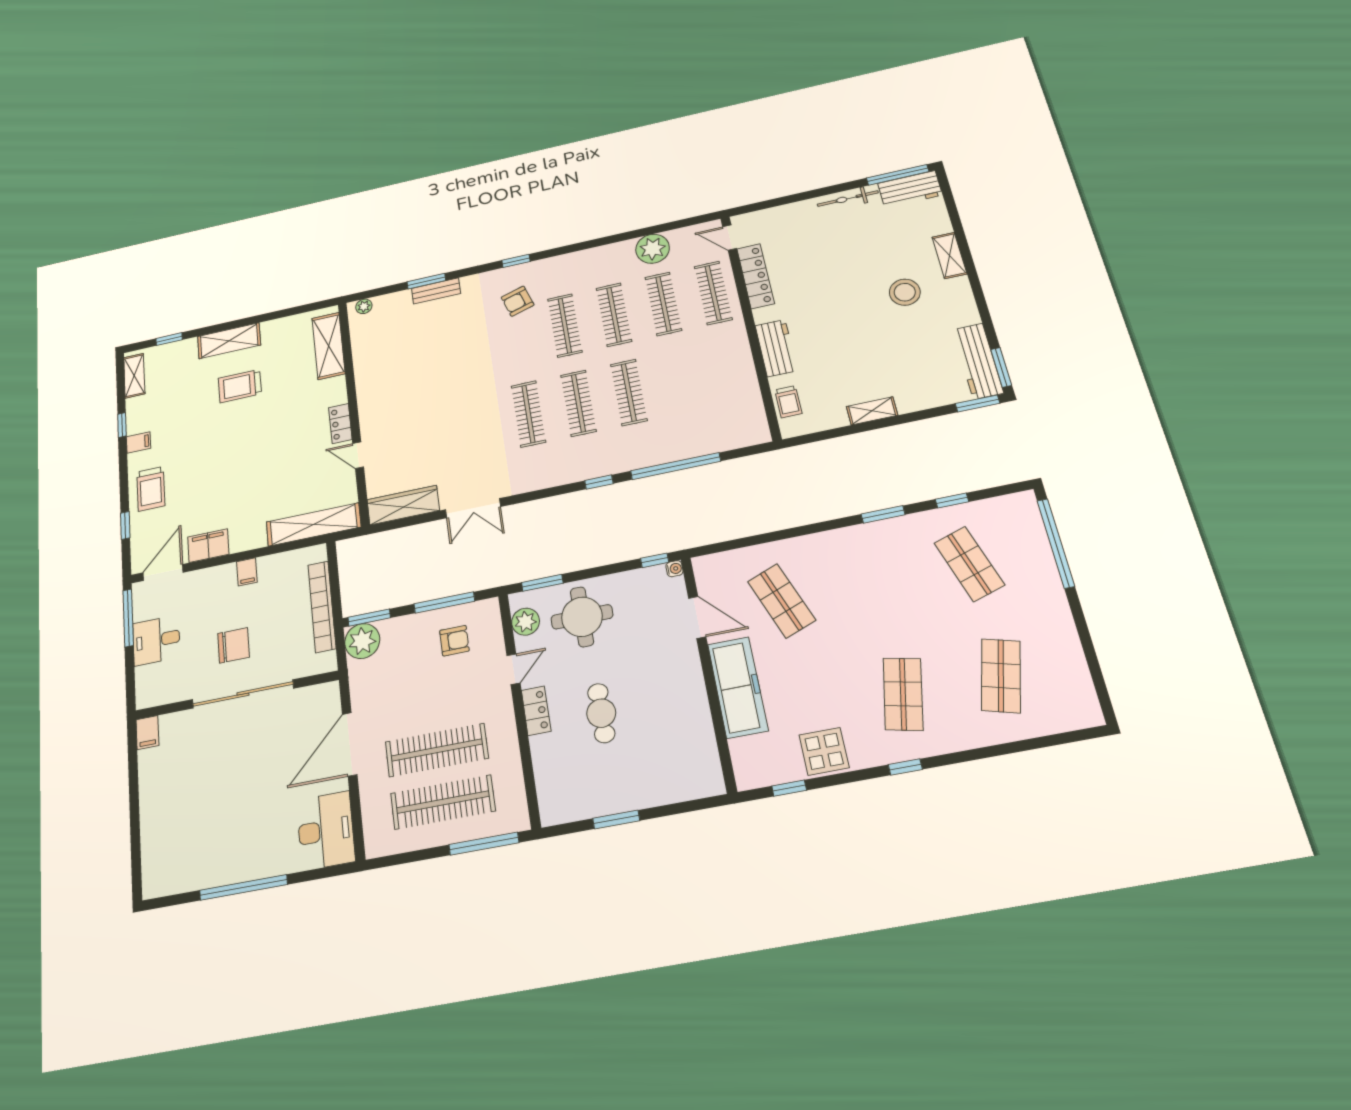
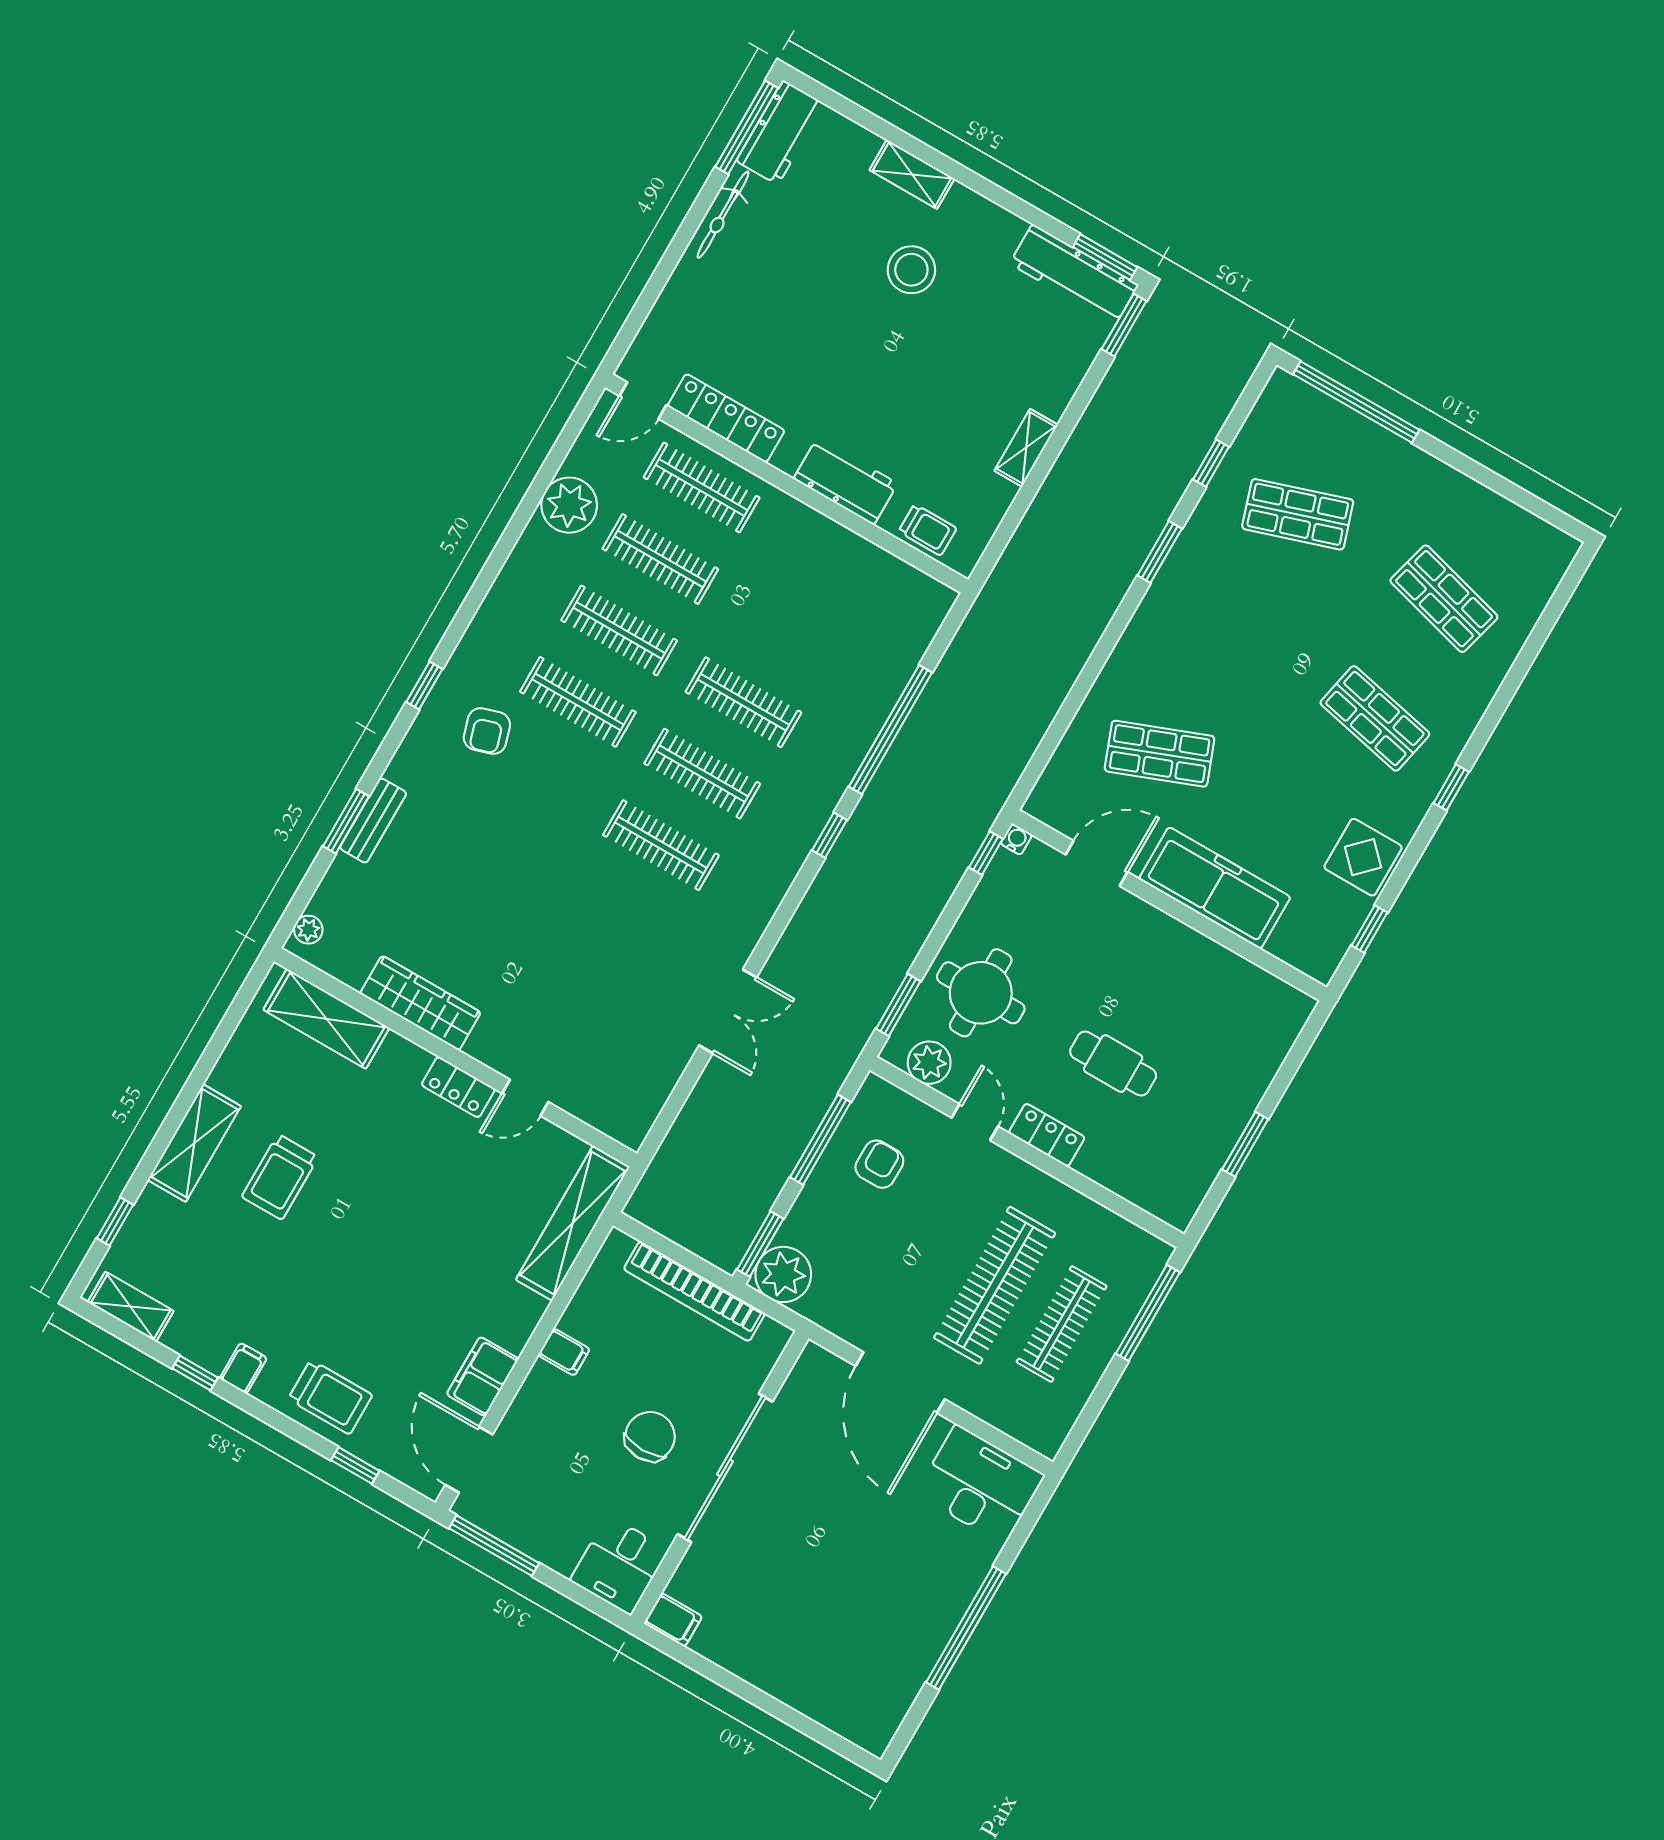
wardrobe: (403, 505) -> (420, 1003), moved, turned 90
desk: (156, 640) -> (619, 1565), moved
clothes rail: (443, 802) -> (1062, 1324), width x0.73, depth x0.76

